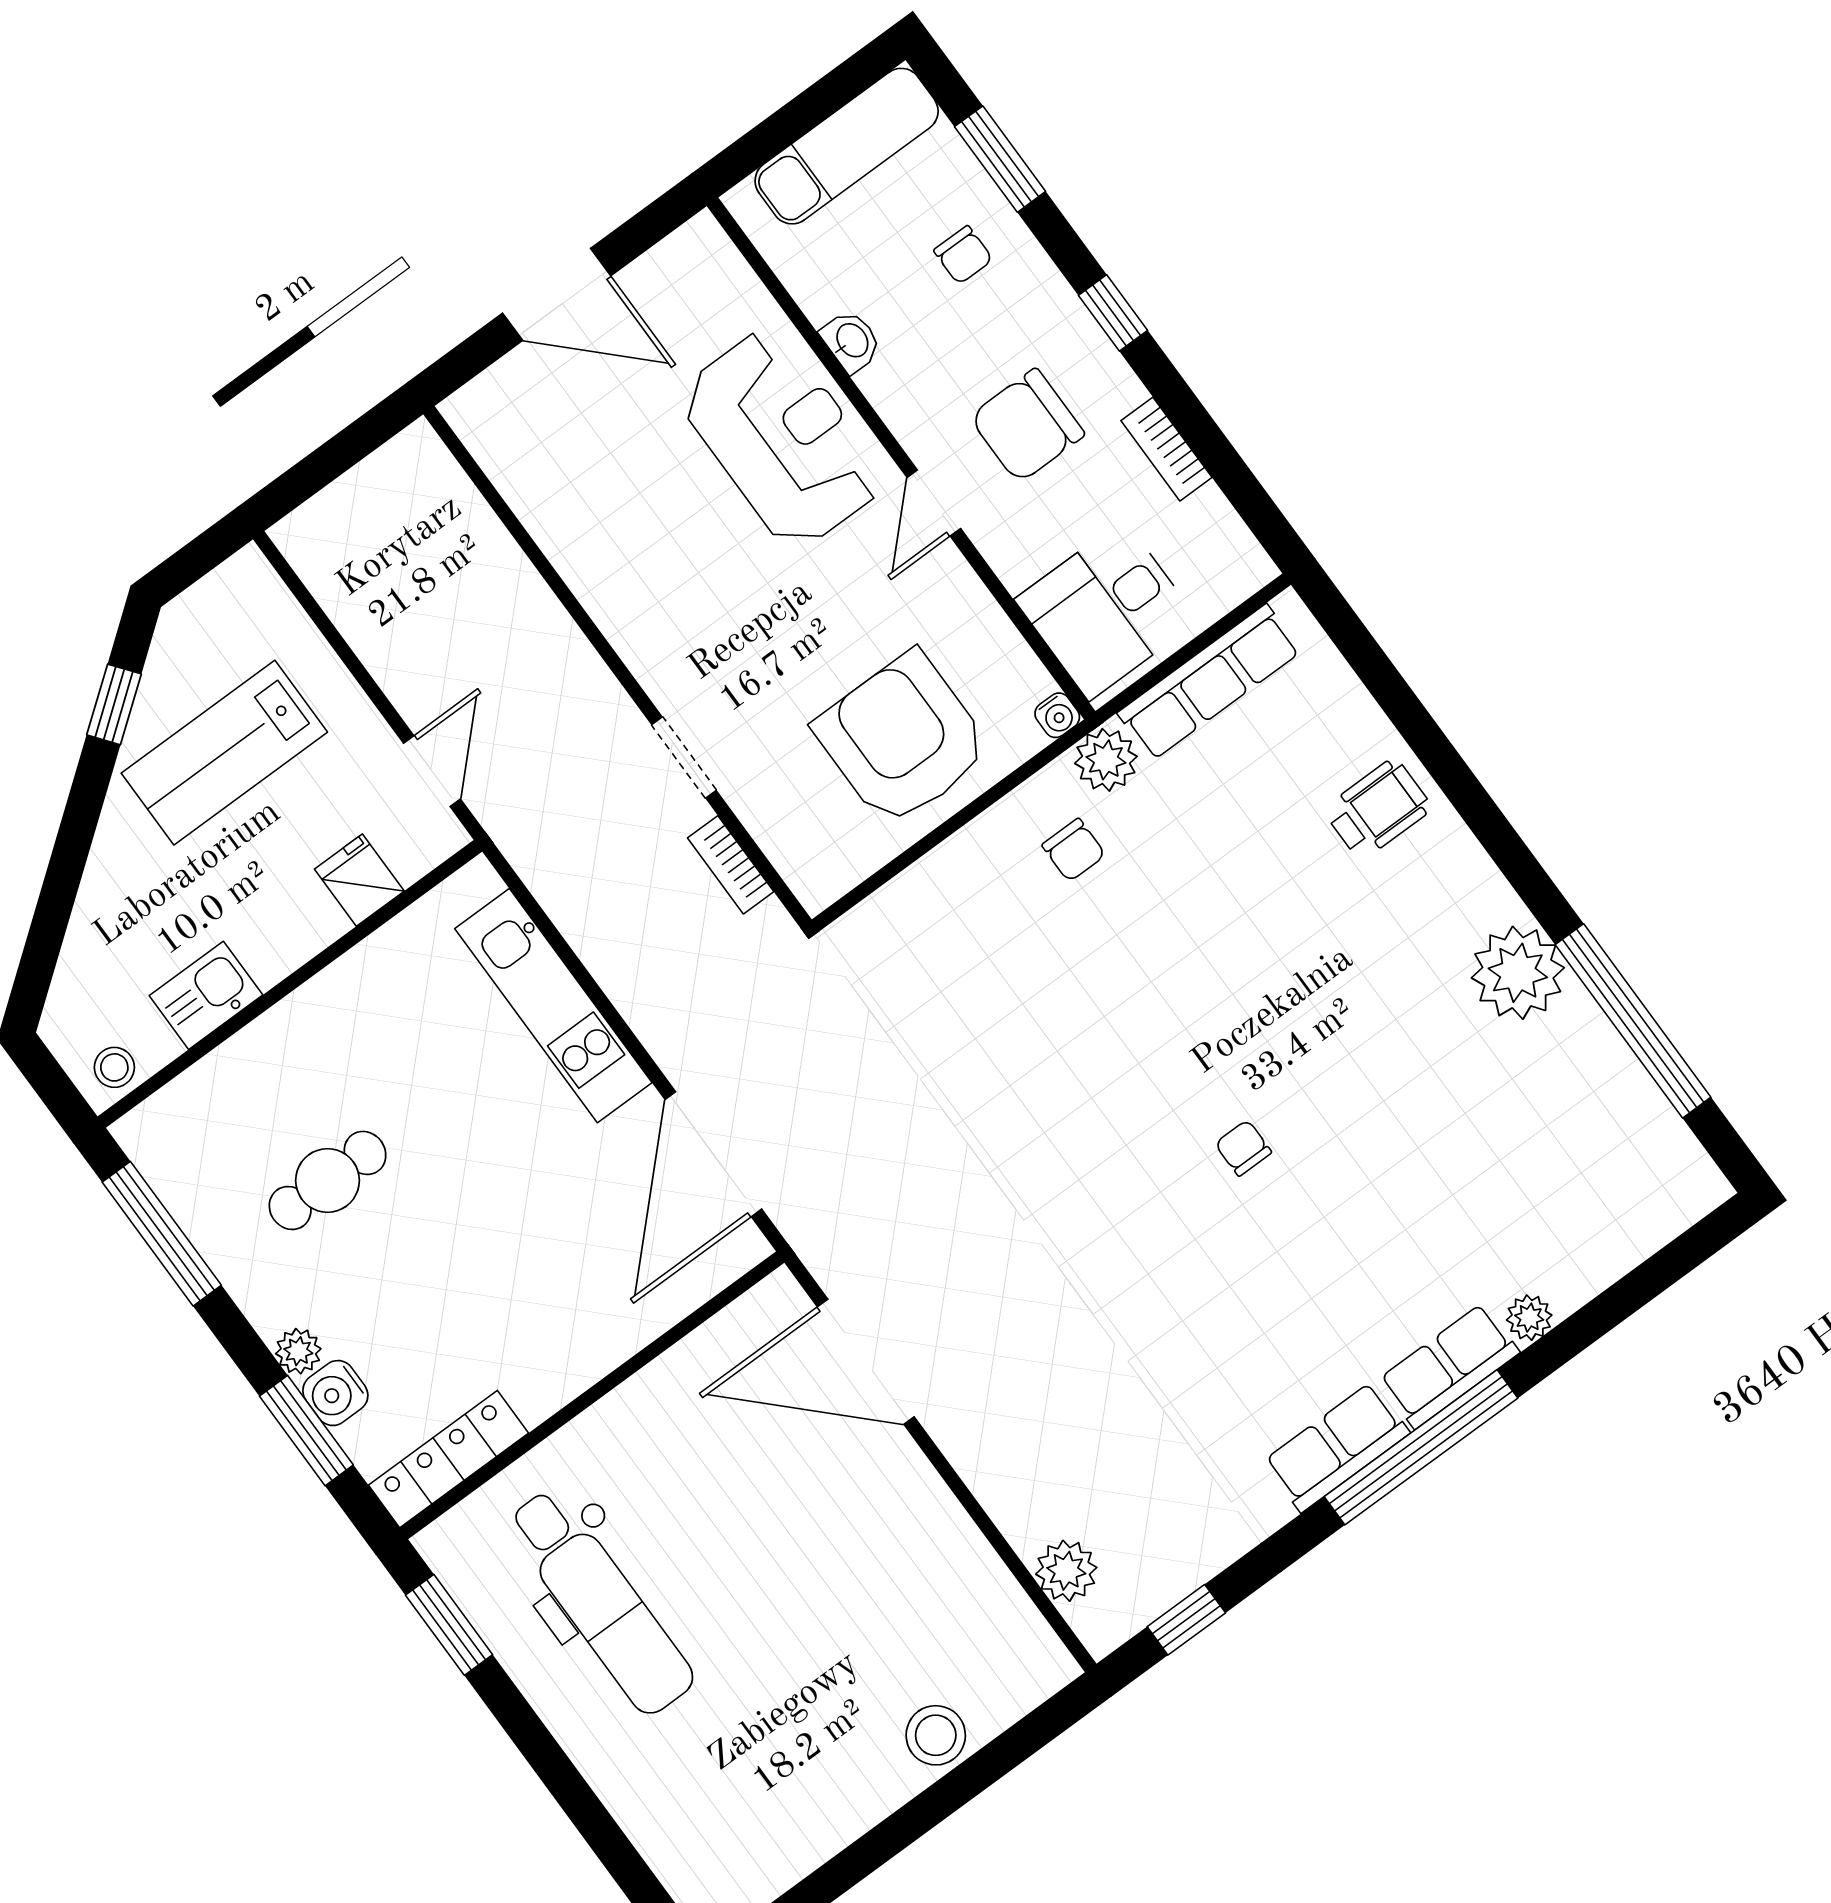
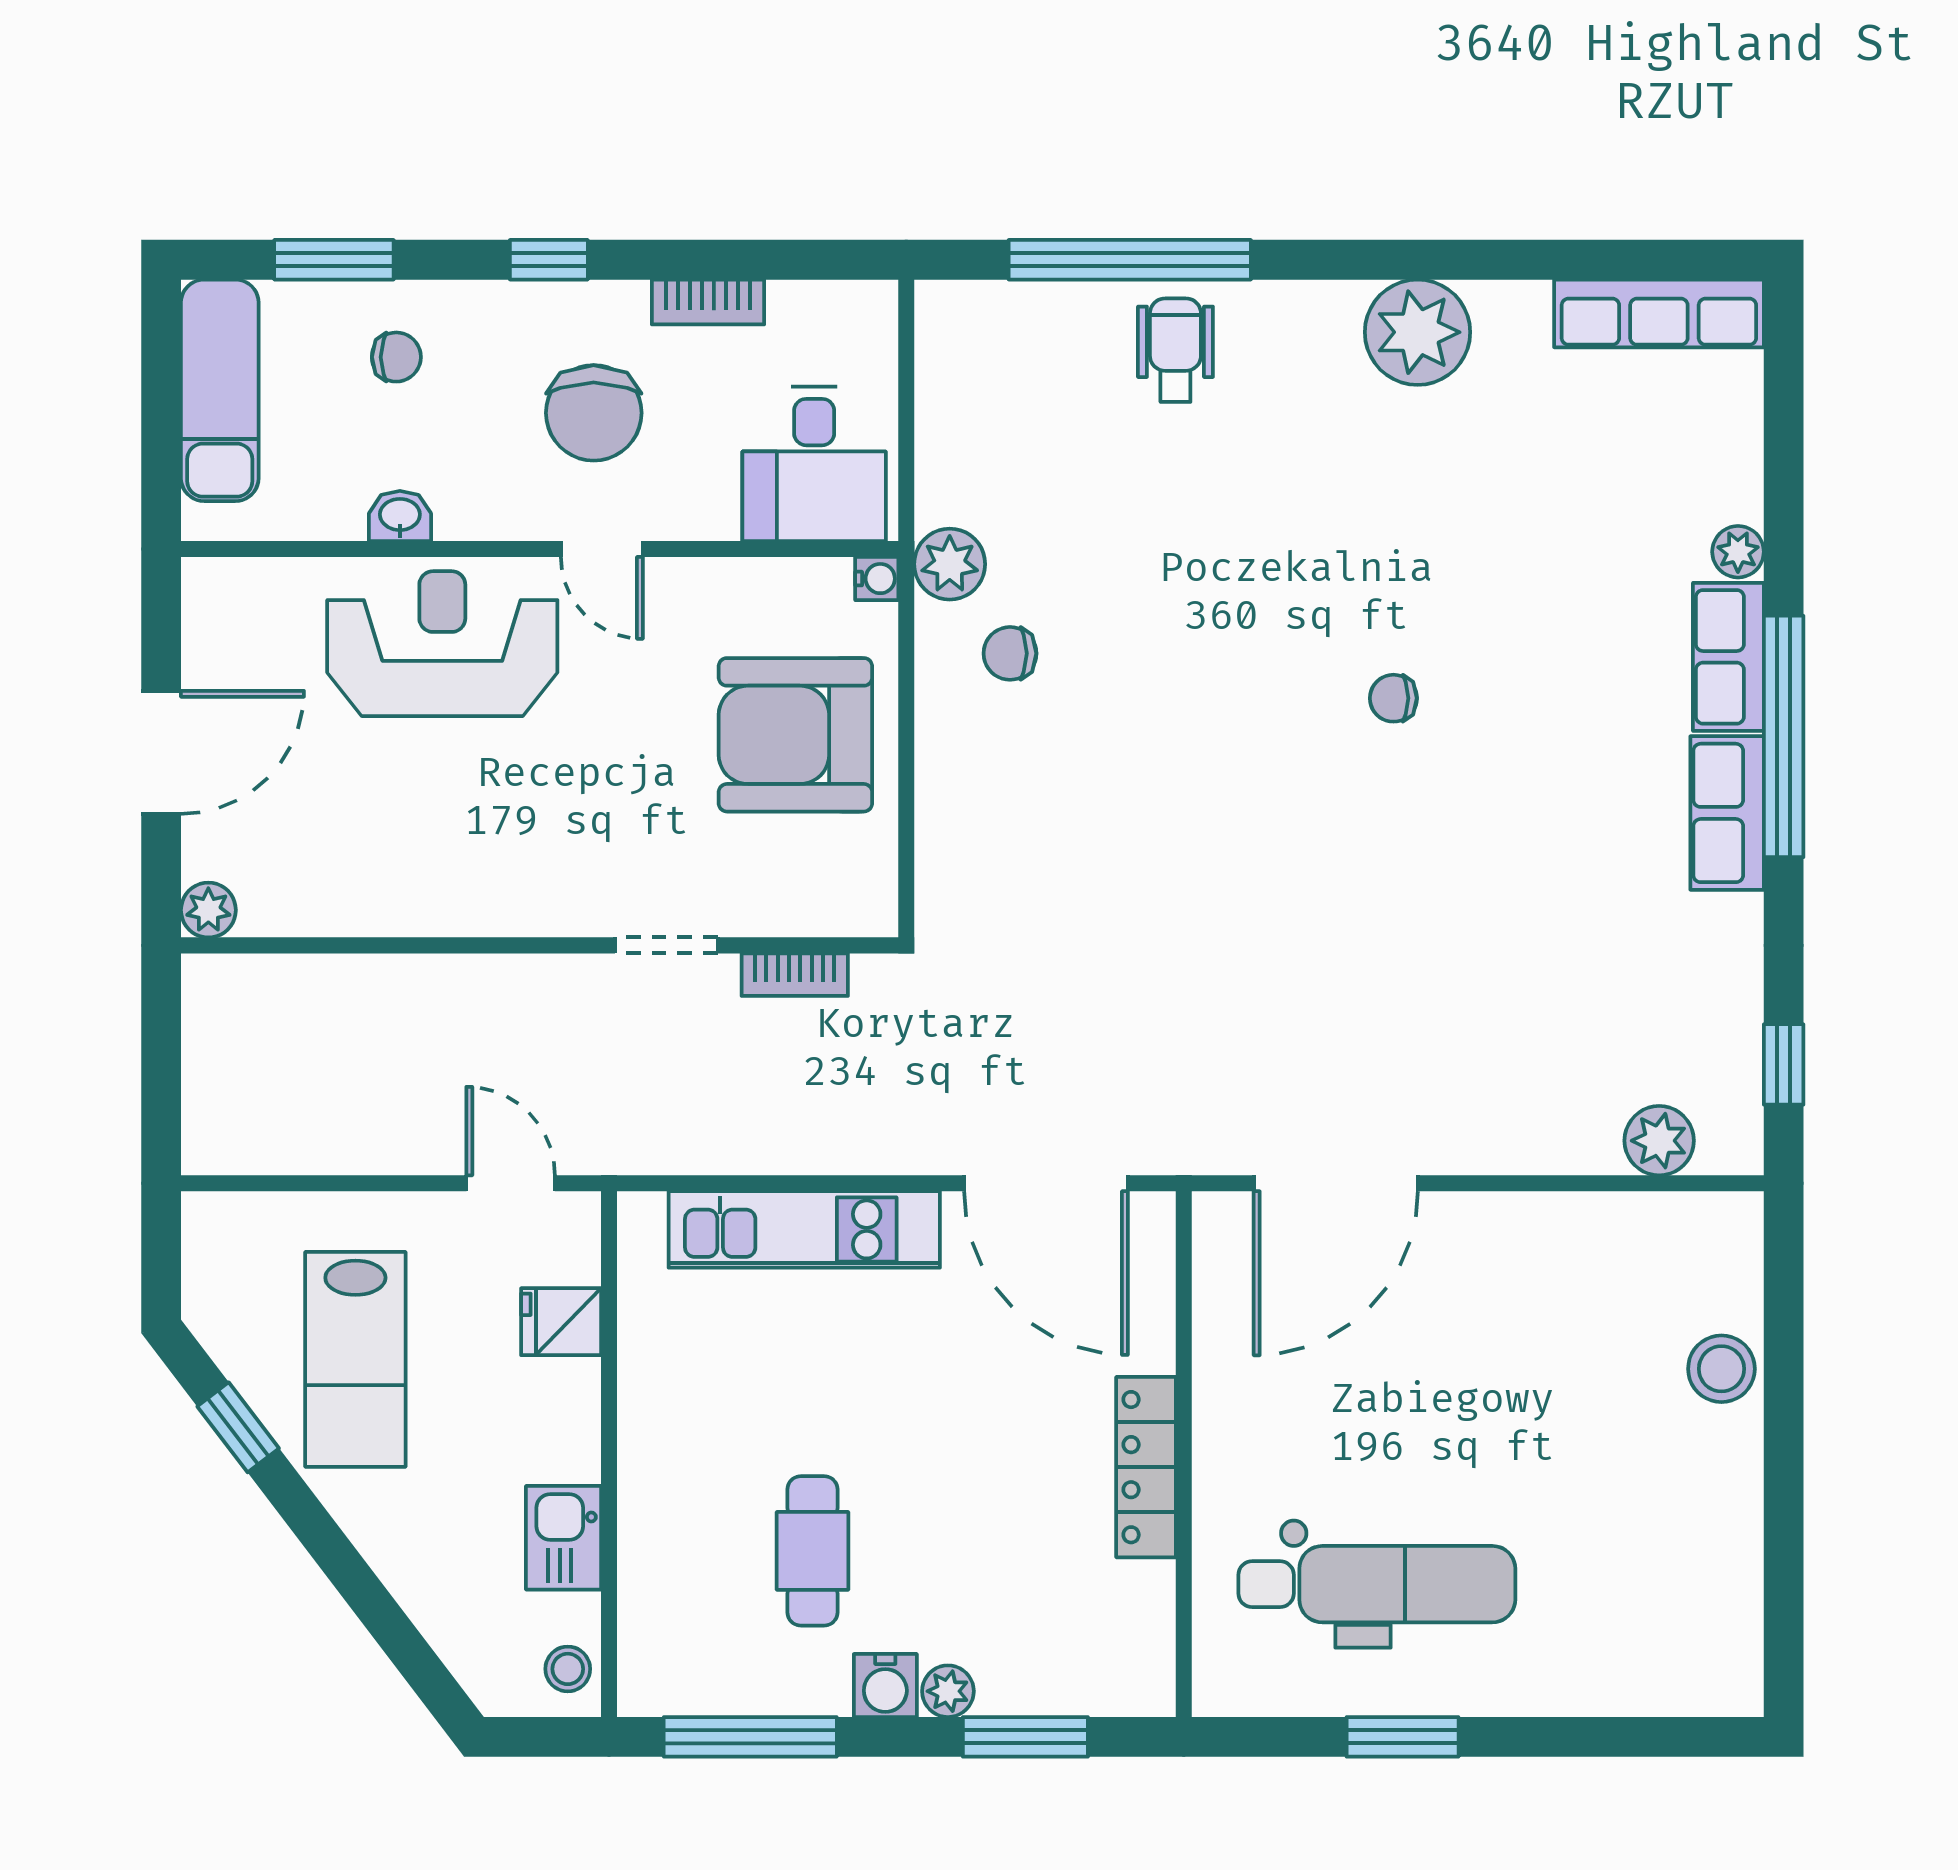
plant: (469, 411) -> (208, 910), added
row of seats: (1209, 682) -> (1659, 313), moved, turned 90
chair: (1074, 850) -> (1010, 653), turned 180
window: (1633, 1021) -> (1130, 260), moved
water cooler: (335, 1393) -> (885, 1685), moved
locker: (448, 1459) -> (1146, 1467), moved
window: (449, 1625) -> (1403, 1737), moved

